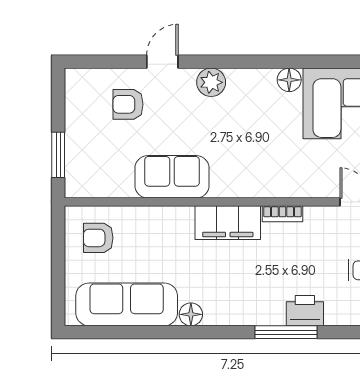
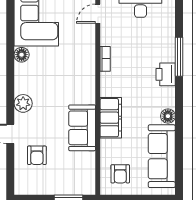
filing cabinet: (228, 223) -> (111, 118), moved
printer: (305, 311) -> (166, 74), moved

